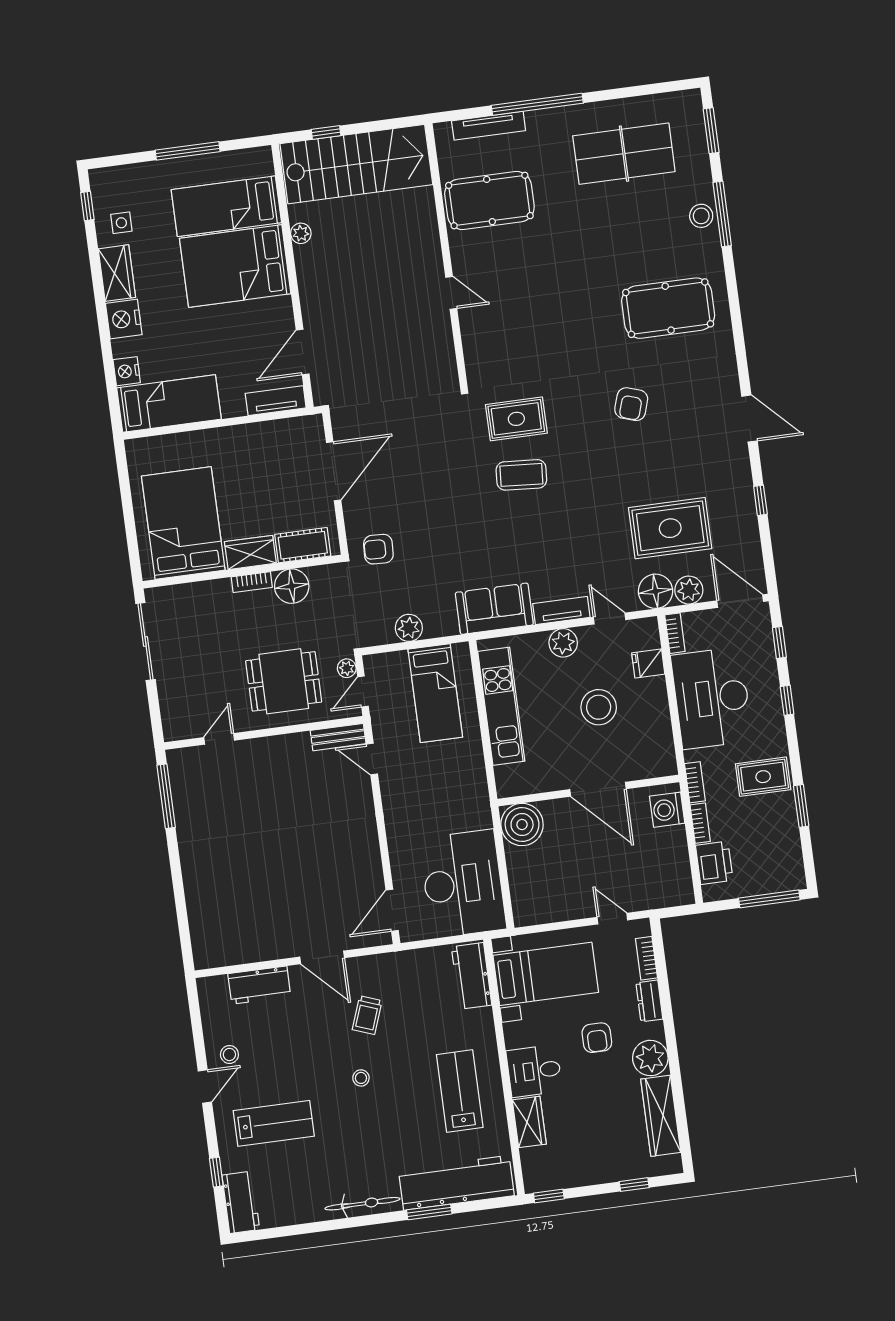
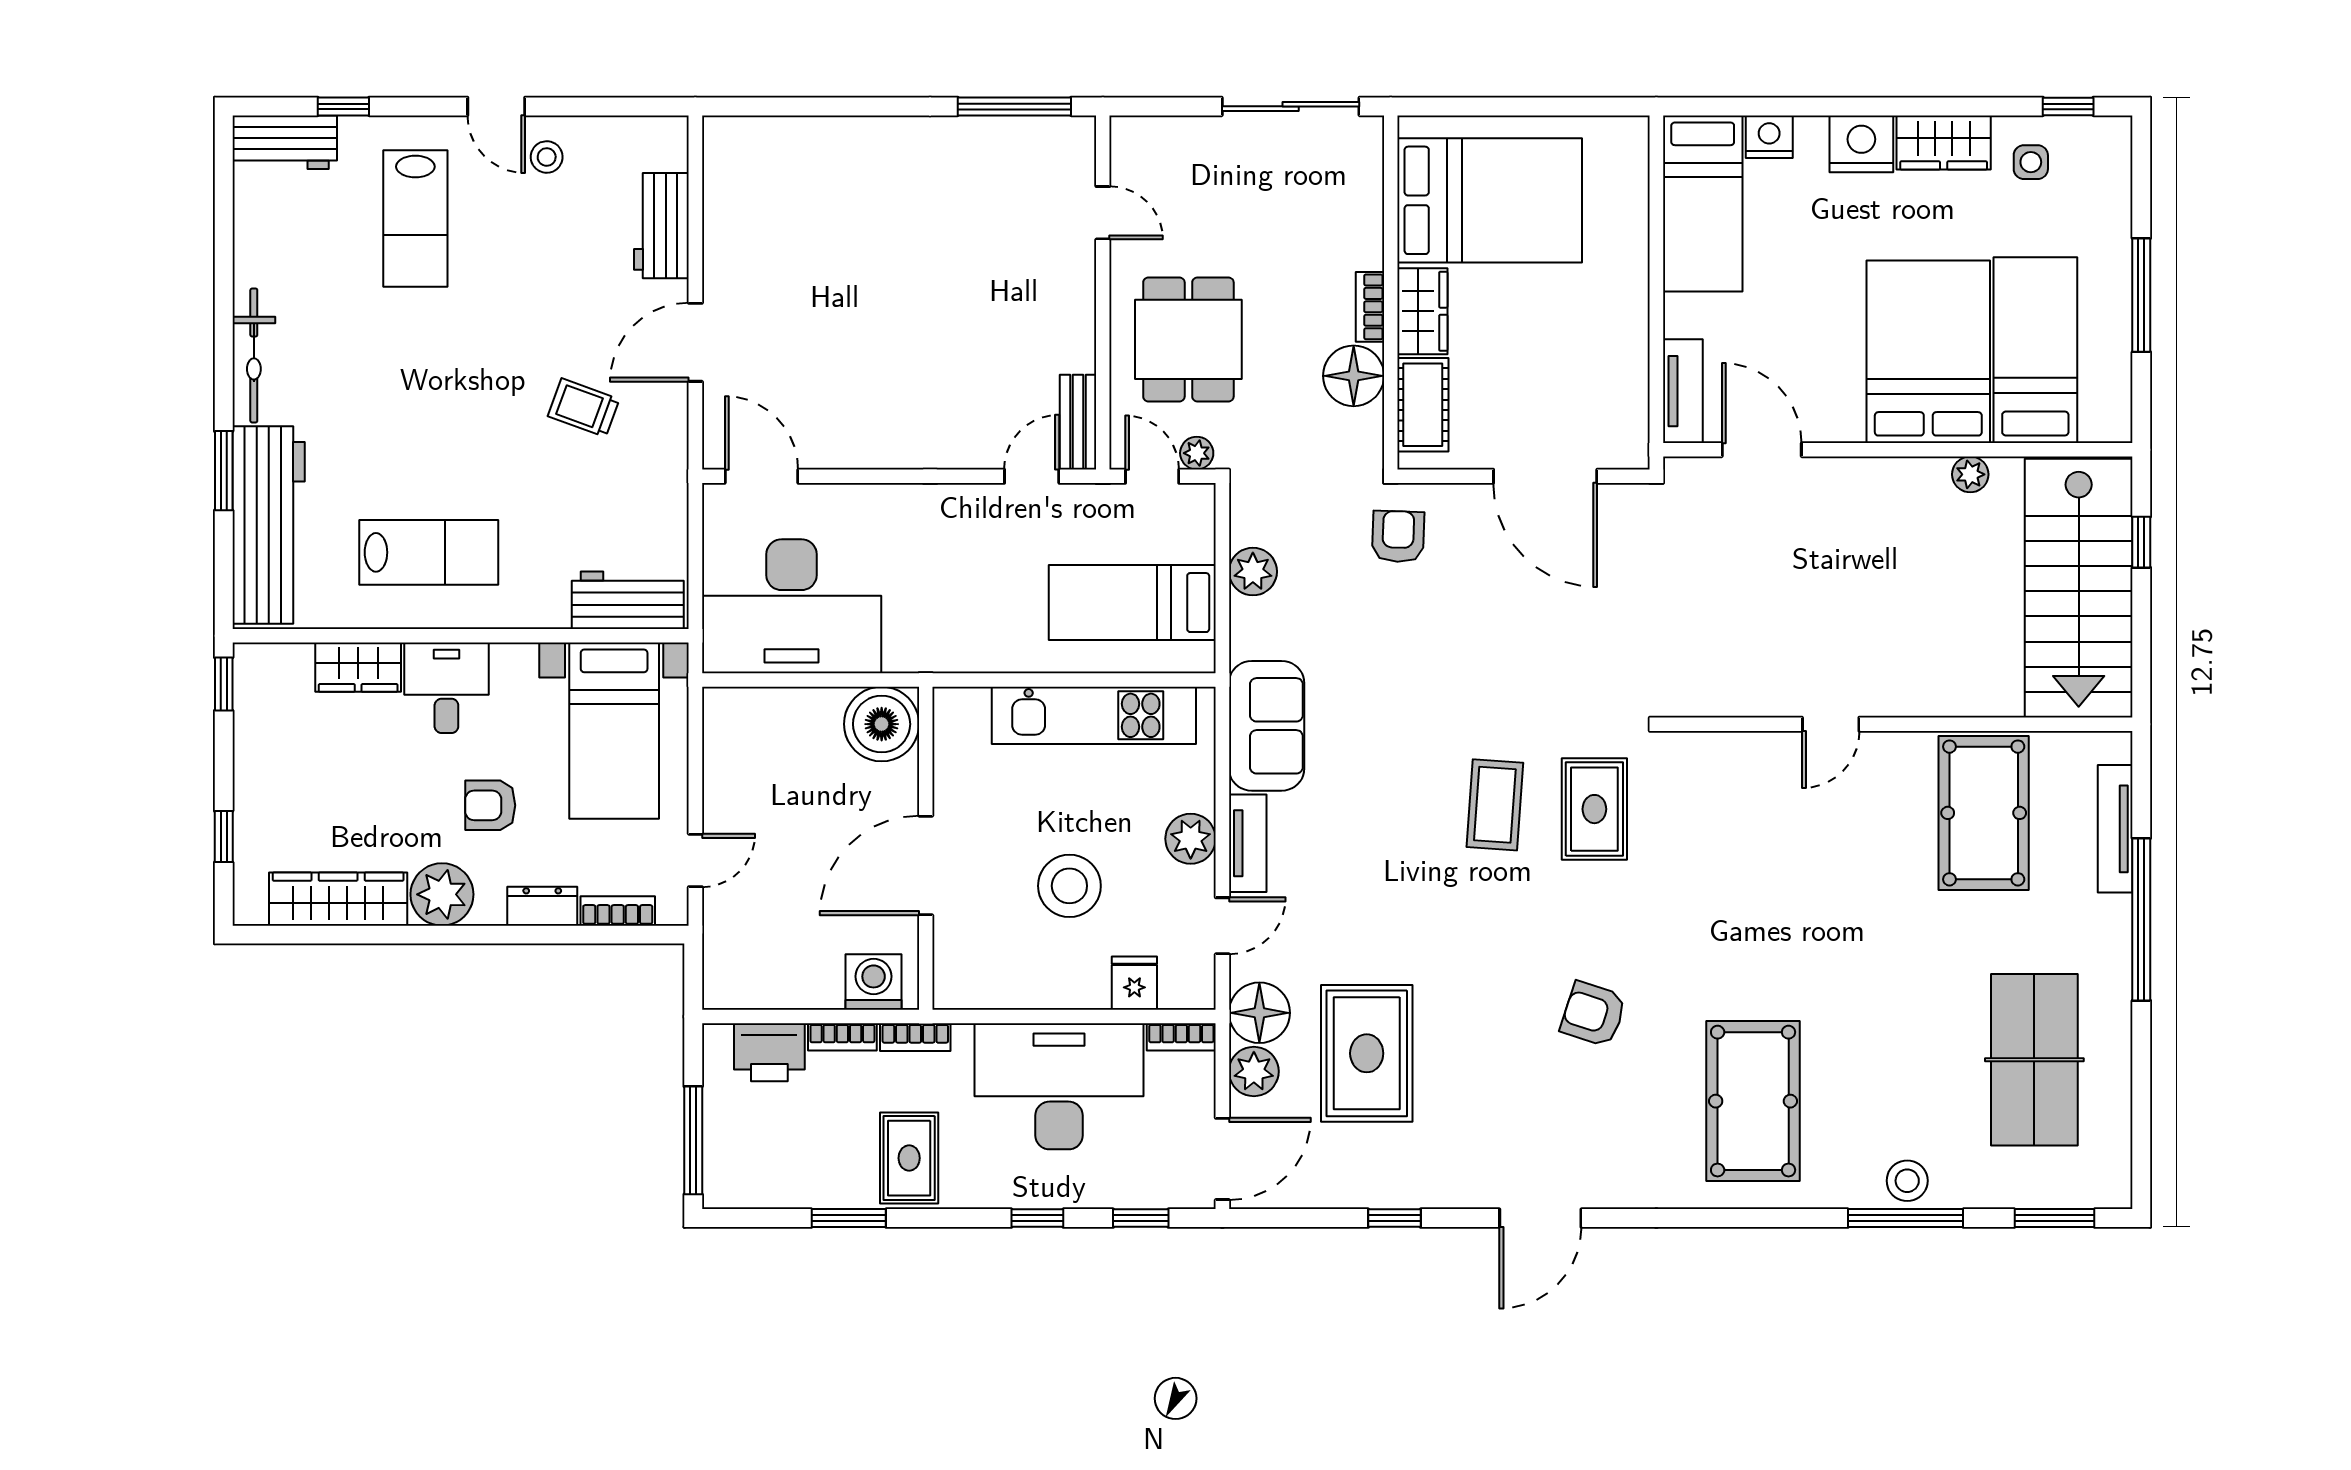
stool: (361, 1078) -> (475, 382), removed

